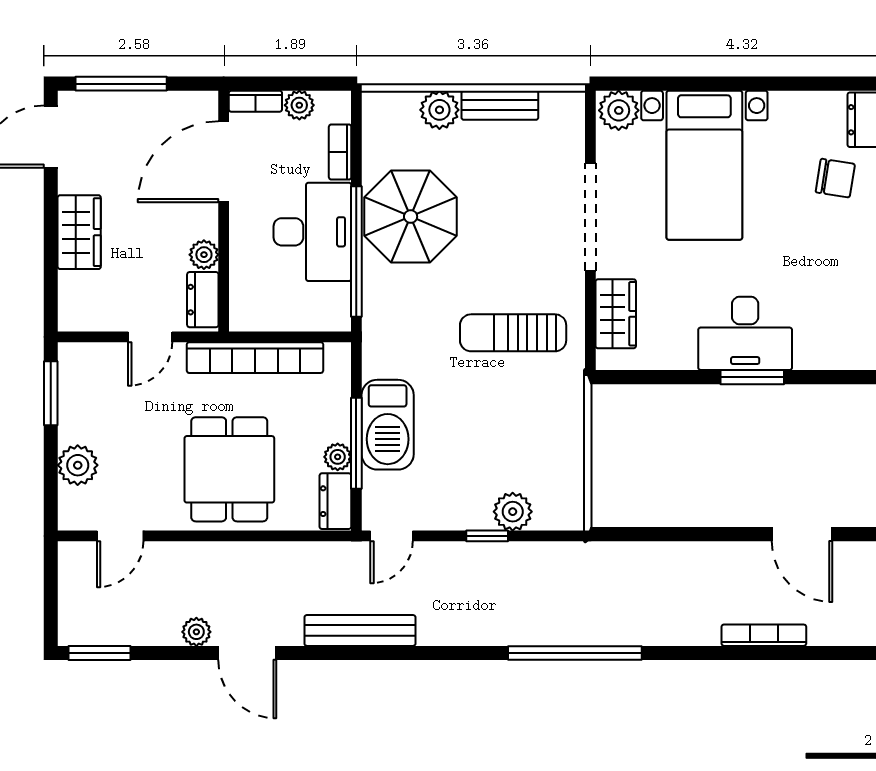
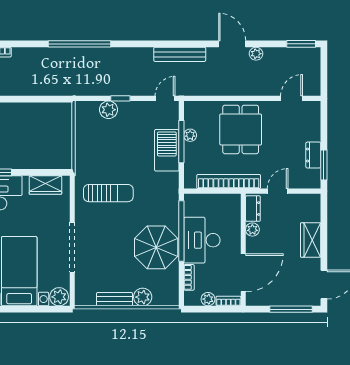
wardrobe: (616, 314) -> (45, 185), moved, turned -90
plant: (78, 465) -> (311, 131), removed
dresser: (335, 501) -> (313, 155), moved, turned 180

